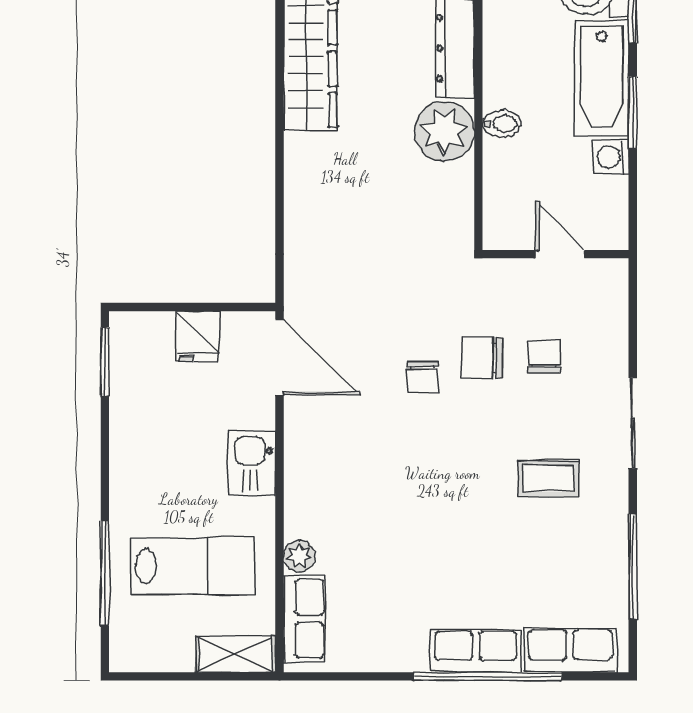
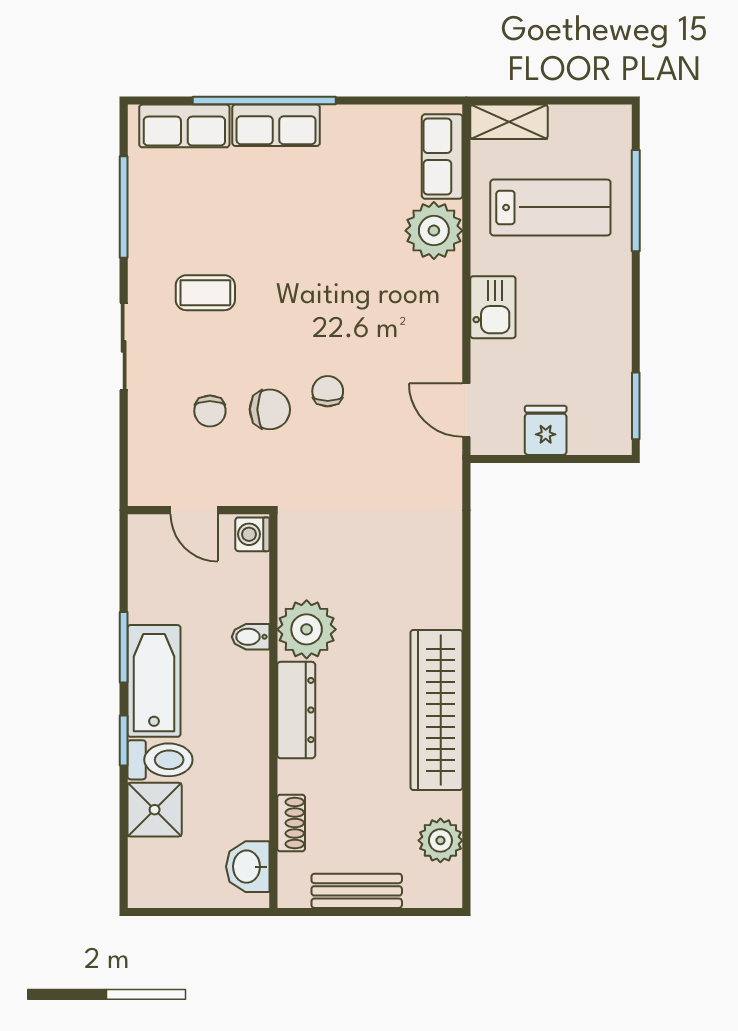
washing machine: (611, 157) -> (252, 534), moved, turned 180
door: (279, 357) -> (466, 410), width x0.73
plant: (299, 556) -> (434, 231), width x1.88, depth x1.88
lab bench: (193, 566) -> (550, 207), turned 180

